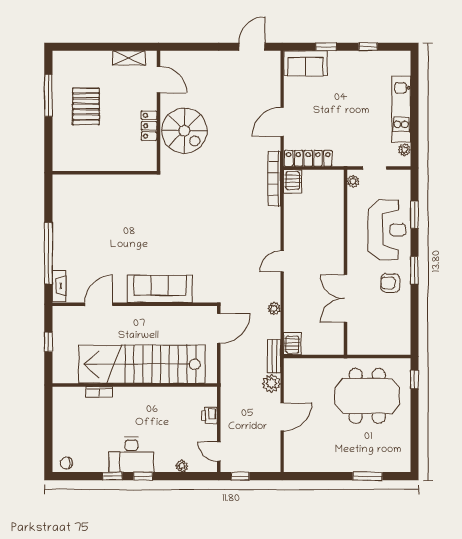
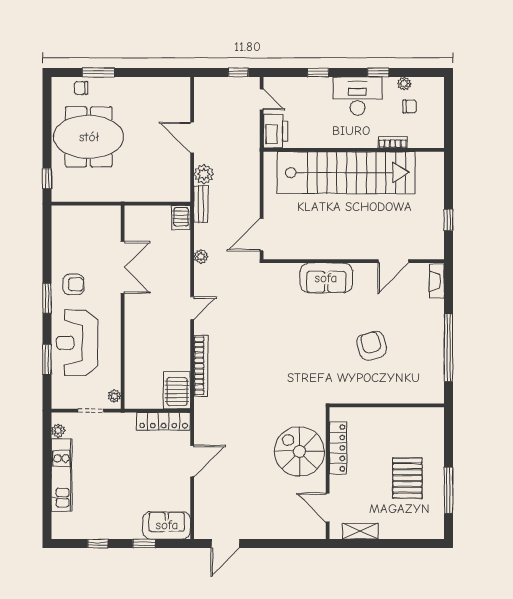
locker: (149, 126) -> (338, 448), width x1.53
bookcase: (274, 179) -> (201, 366), moved
server rack: (293, 181) -> (177, 390), width x1.36, depth x1.44
armchair: (118, 227) -> (372, 346), added
window: (48, 253) -> (449, 348), moved
sofa: (160, 289) -> (326, 278), width x0.73
stairs: (142, 364) -> (346, 173), moved
wall: (135, 385) -> (354, 150), moved
bookcase: (99, 392) -> (393, 142), moved
meeting table: (367, 396) -> (89, 137), moved
printer: (210, 415) -> (275, 131), width x1.87, depth x1.48
door: (282, 417) -> (192, 138), hinge flipped
chair: (383, 462) -> (81, 88), added
chair: (66, 463) -> (410, 106), moved
plant: (182, 466) -> (404, 84), moved
window: (143, 476) -> (318, 72), moved

